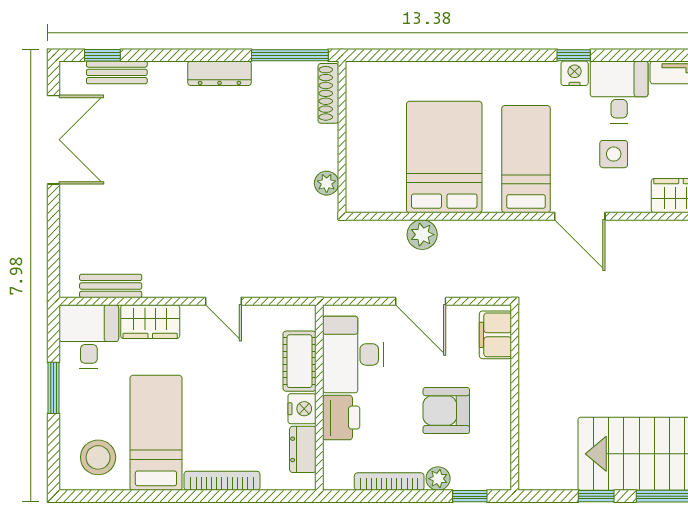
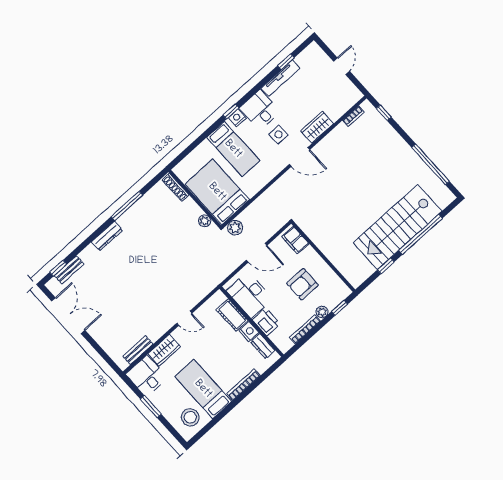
shoe rack: (328, 93) -> (175, 187), moved
wall: (342, 137) -> (195, 199), moved
bed: (526, 159) -> (233, 149), moved, turned 180
plant: (327, 183) -> (205, 221), moved
door: (580, 216) -> (299, 157), moved

